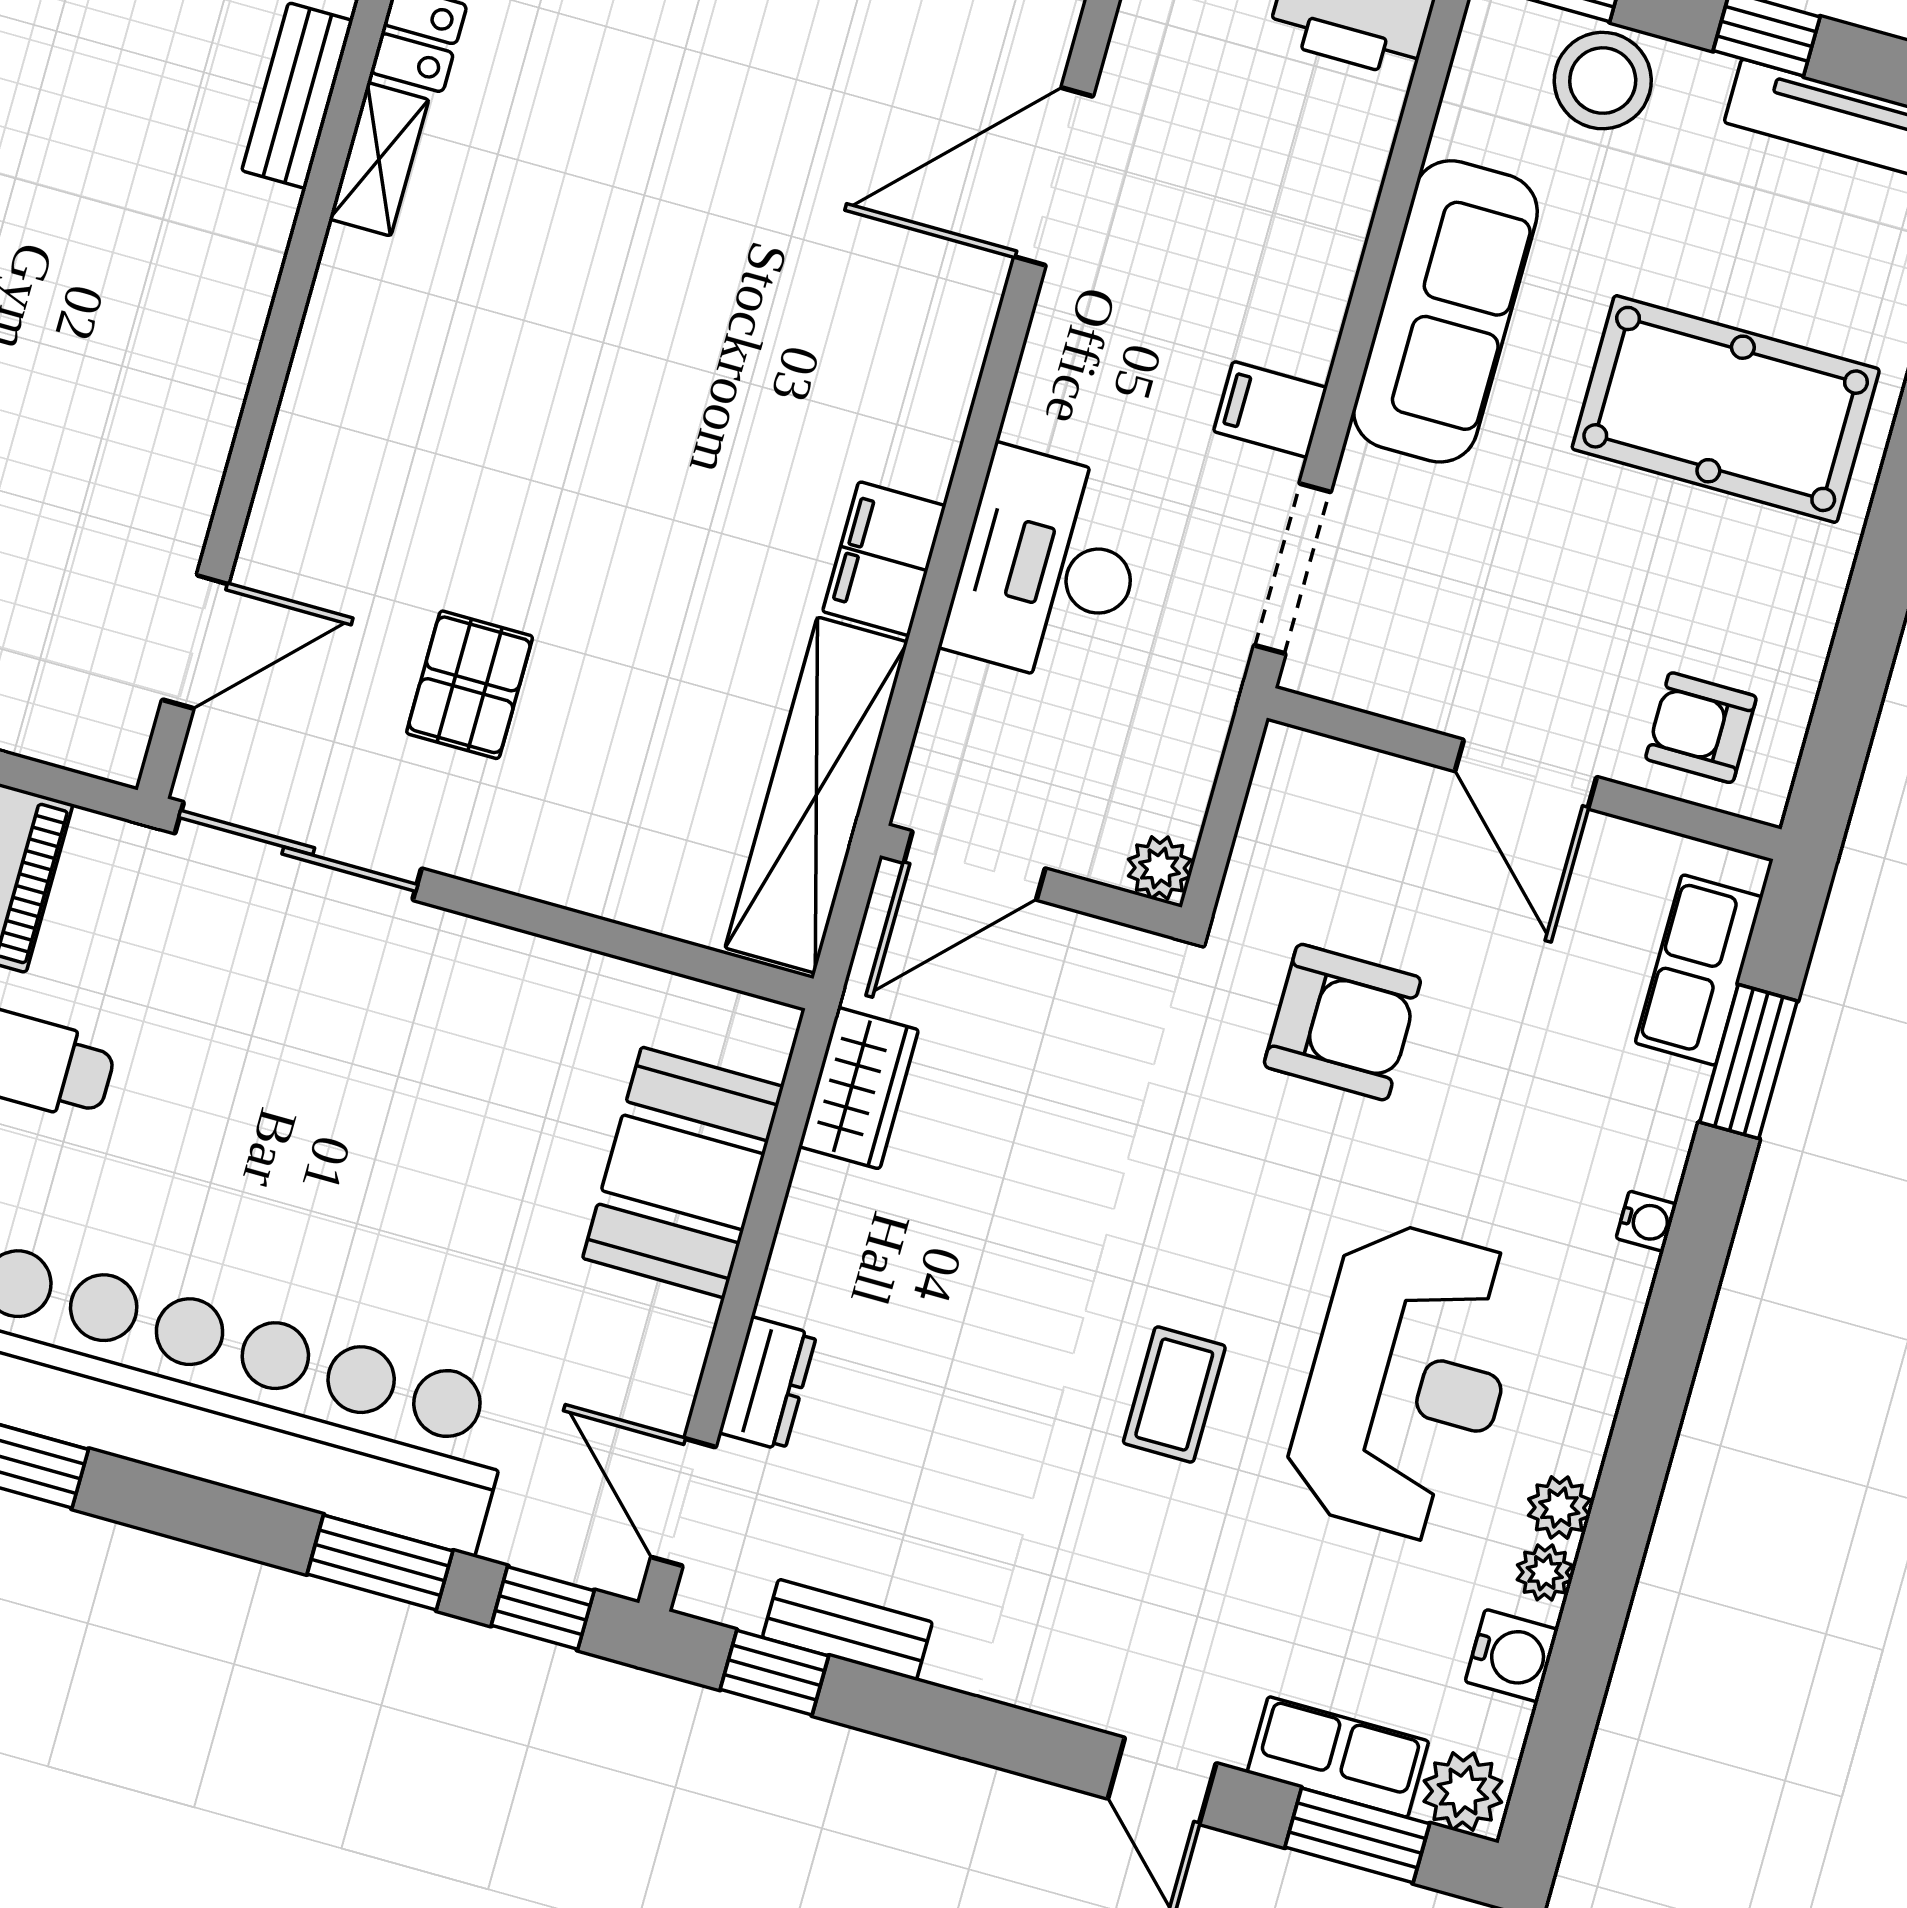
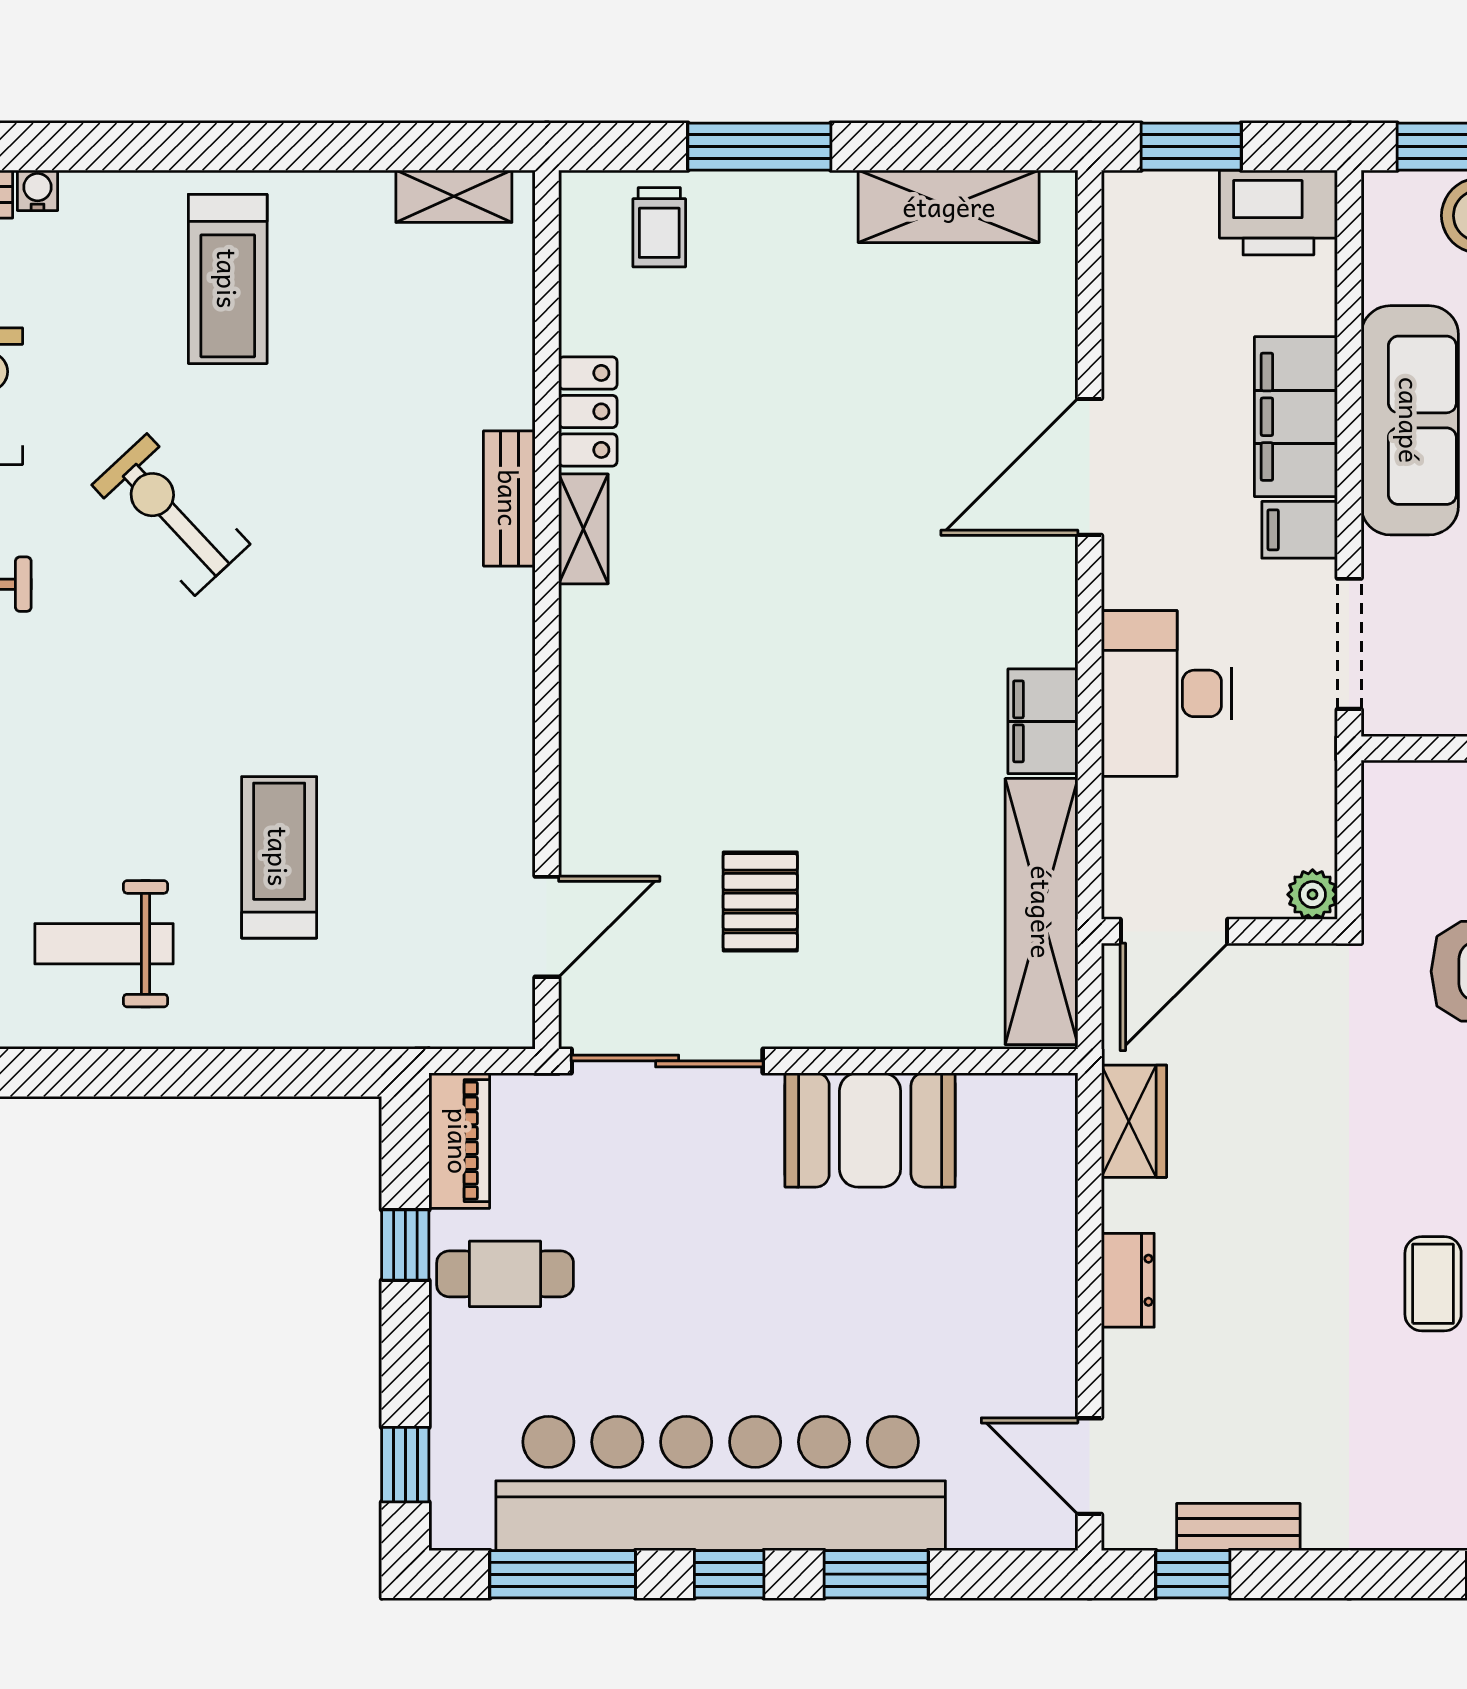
door: (1054, 177) -> (1090, 467), moved
filing cabinet: (1305, 267) -> (1296, 417), added
booth: (683, 1172) -> (870, 1130), moved, turned 90
dresser: (768, 1384) -> (1128, 1280), moved
window: (543, 1608) -> (729, 1574), moved

